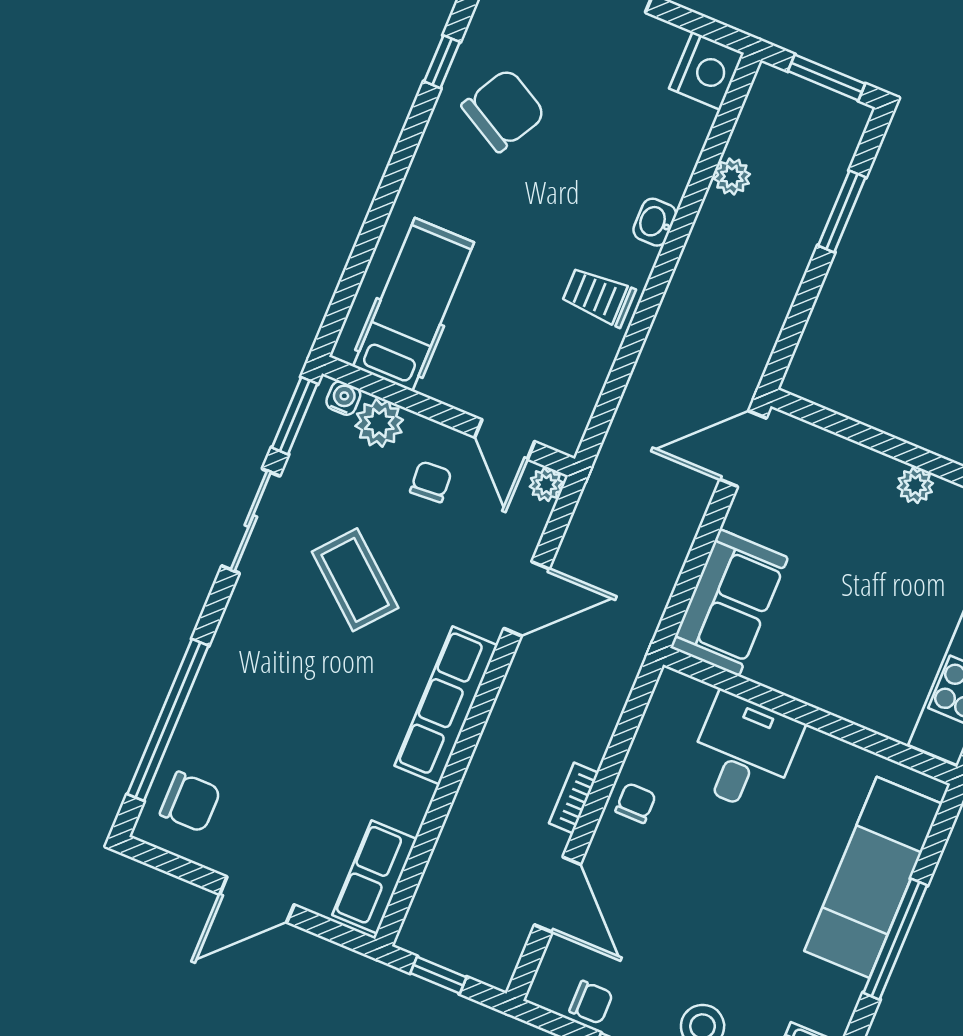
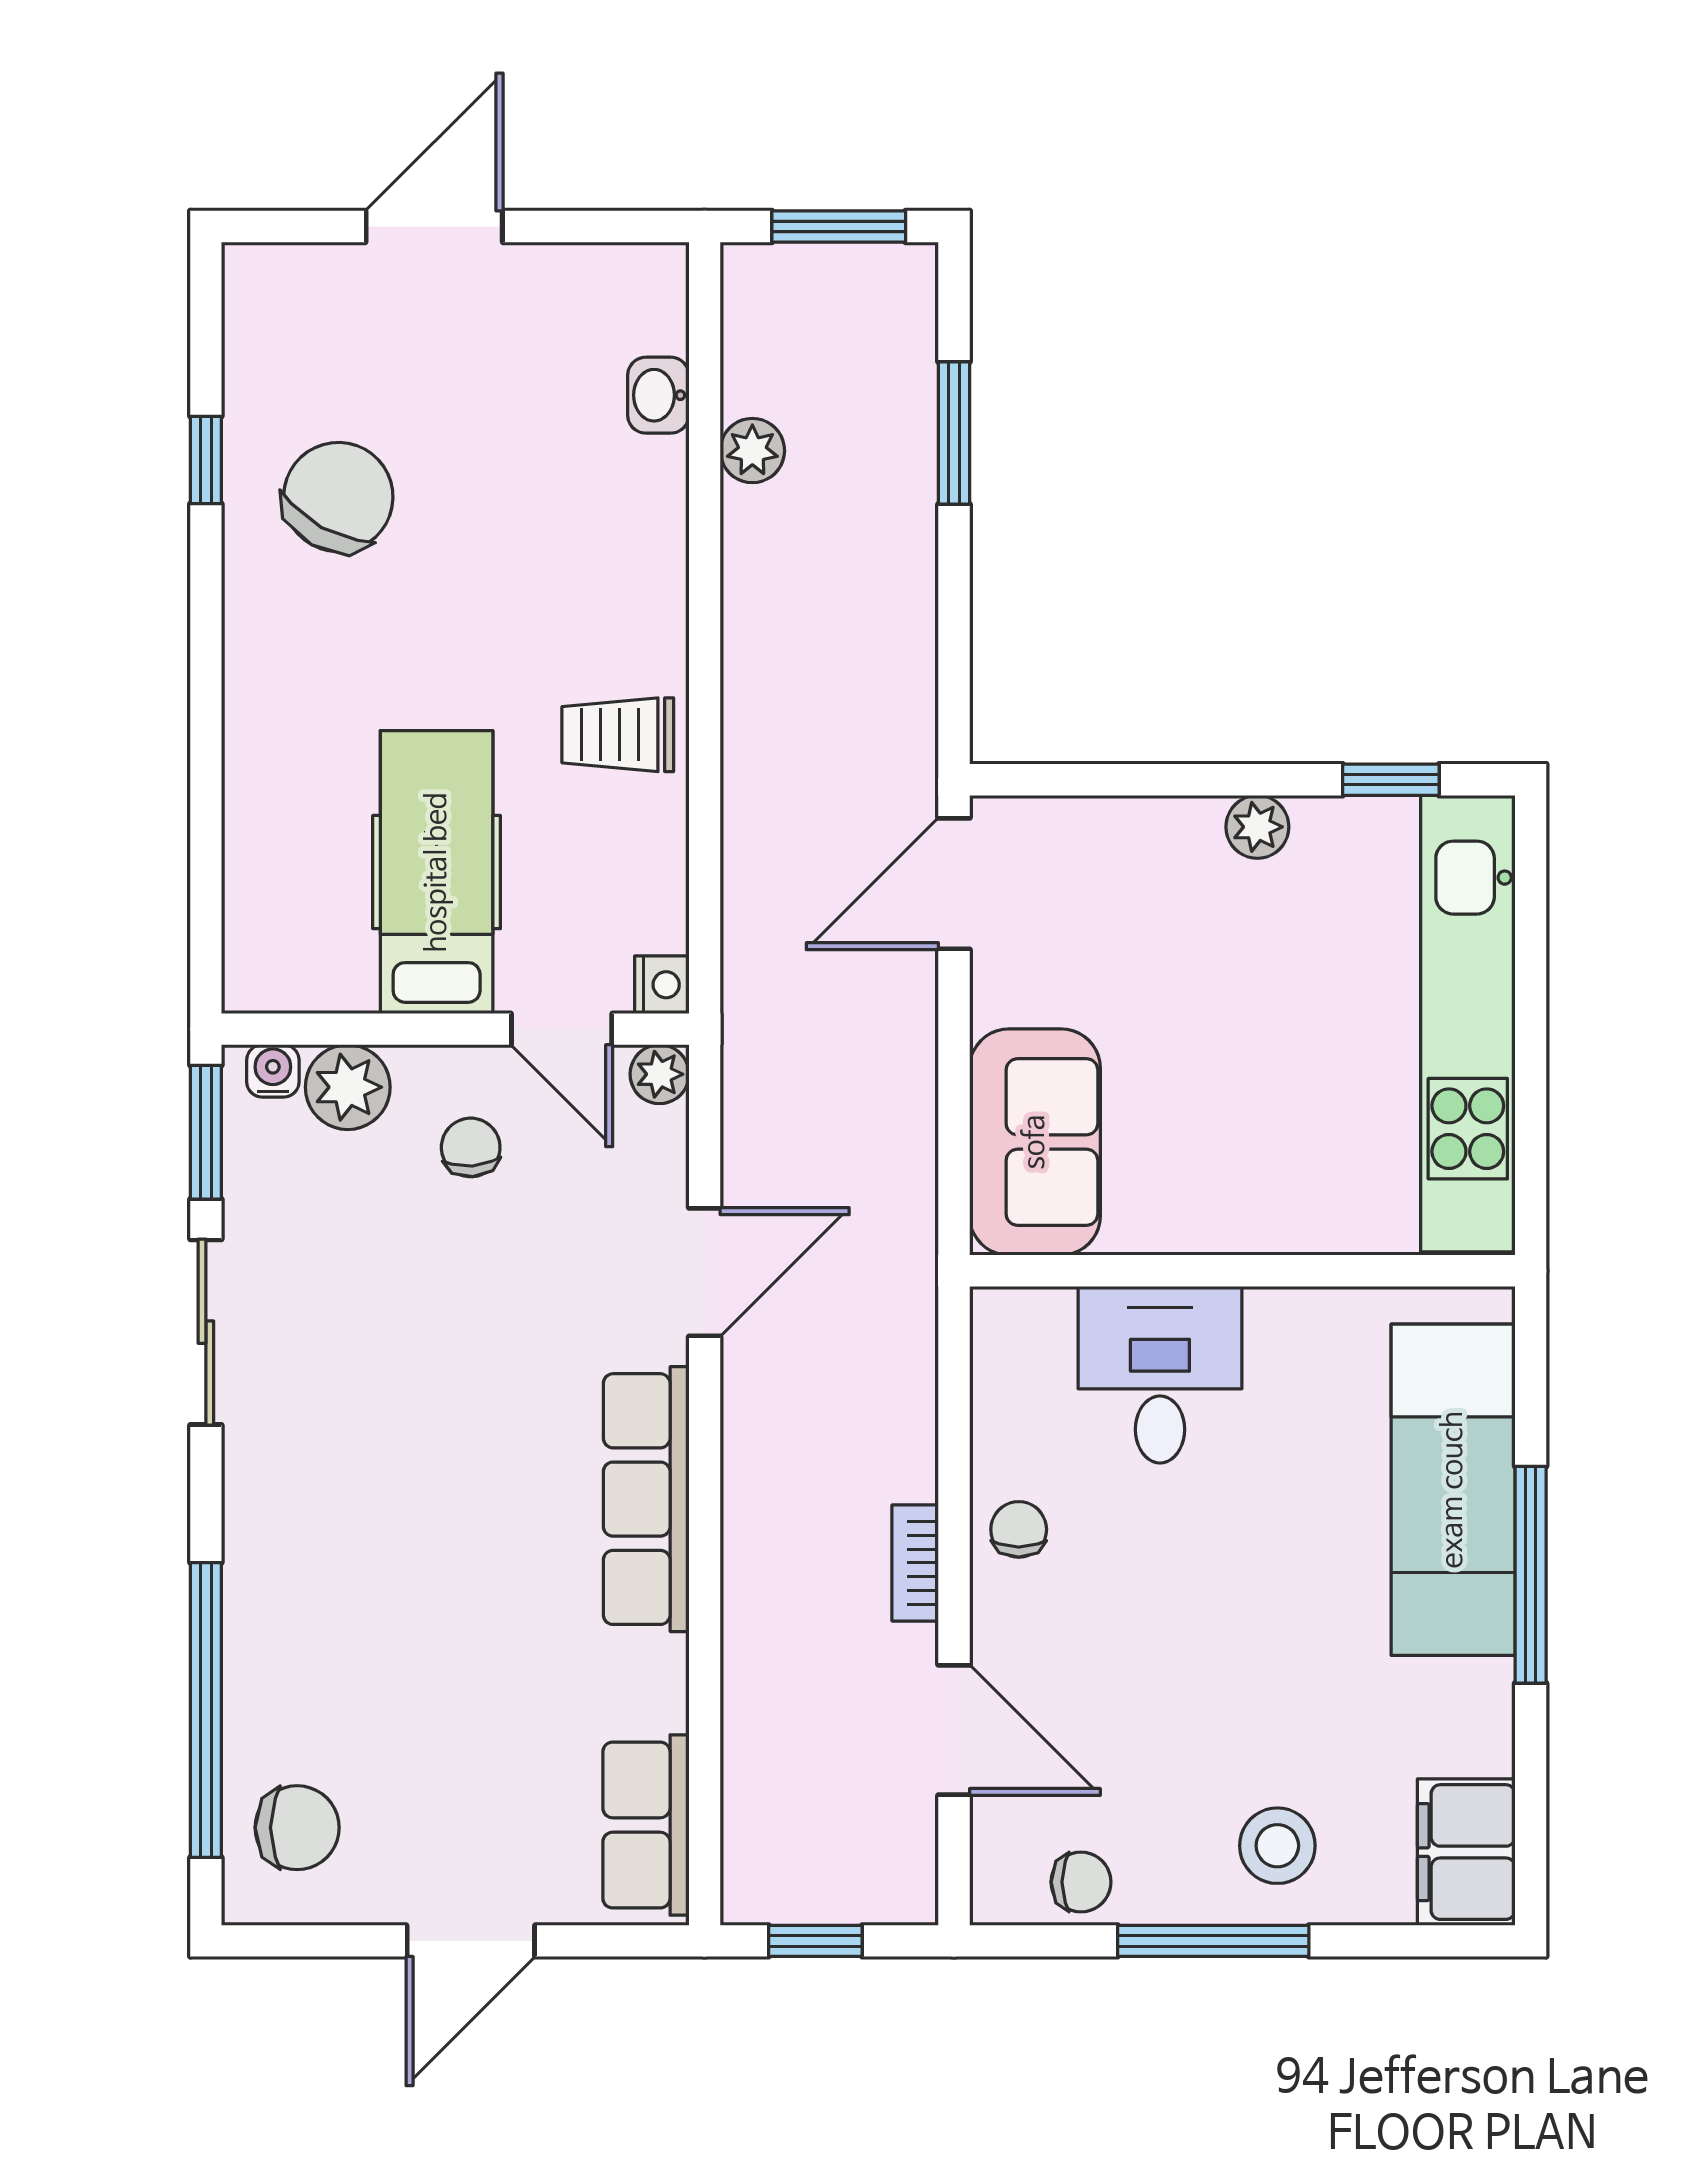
nightstand: (707, 71) -> (662, 985), moved, width x0.53, depth x0.56
washbasin: (655, 222) -> (658, 395), moved
hospital bed: (414, 304) -> (437, 872), moved
coffee table: (355, 580) -> (414, 1357), removed

